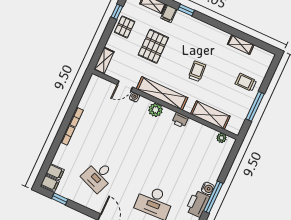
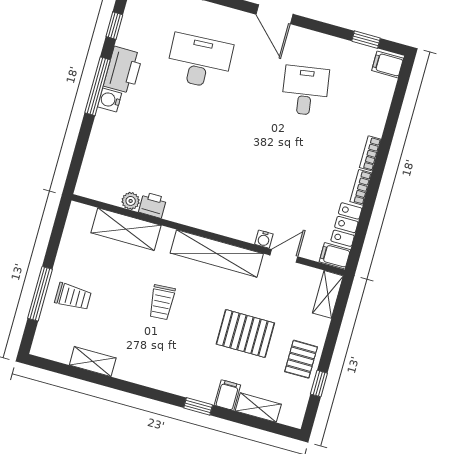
pallet: (153, 46) -> (245, 334), turned 90
locker: (87, 98) -> (346, 225), added
window: (255, 106) -> (40, 294), moved
plant: (156, 110) -> (223, 223), removed
printer: (180, 120) -> (153, 205), moved
plant: (222, 138) -> (131, 201), moved
filing cabinet: (55, 172) -> (335, 256), moved
desk: (98, 176) -> (305, 91), turned -30

